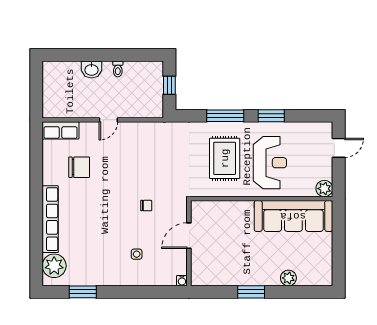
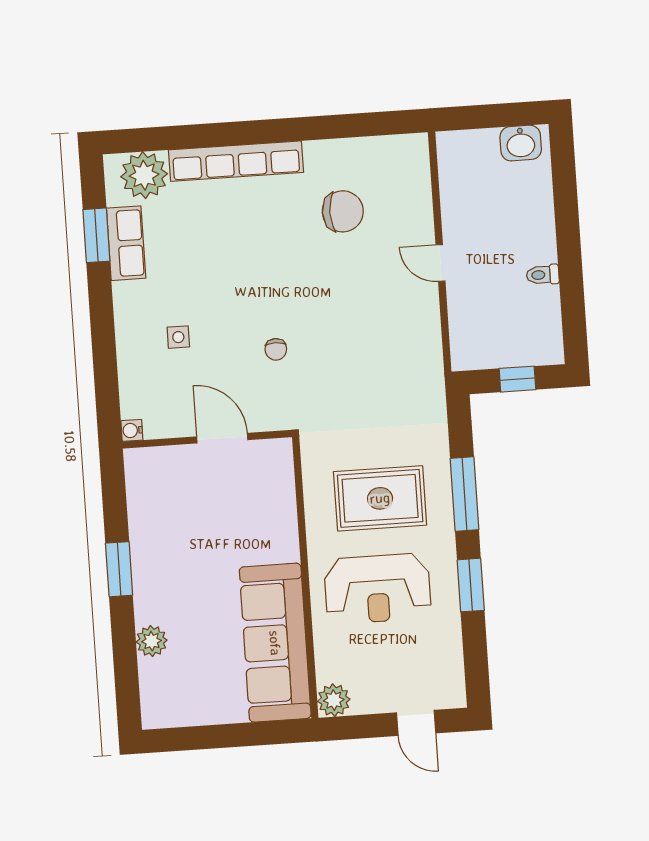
washbasin: (91, 69) -> (521, 143), moved, turned -90
row of seats: (60, 130) -> (126, 243), moved, turned 180
chair: (79, 167) -> (343, 211), turned -90

